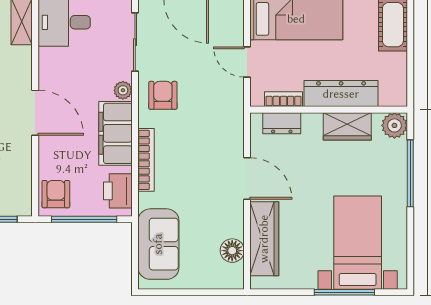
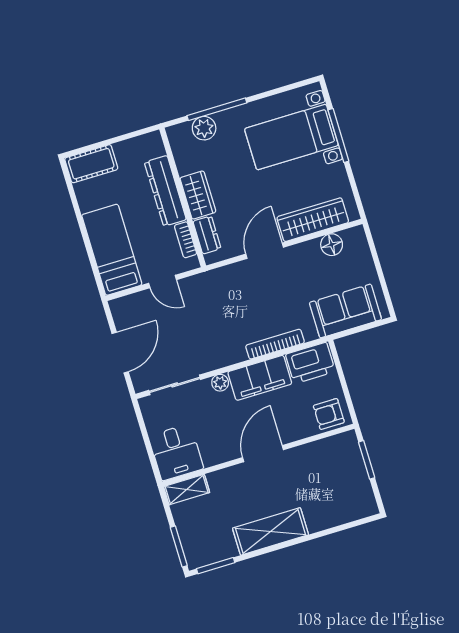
door: (247, 62) -> (163, 282), hinge flipped
armchair: (163, 95) -> (214, 346), removed
plant: (394, 125) -> (204, 128), moved
wardrobe: (347, 126) -> (198, 195), moved
printer: (118, 191) -> (310, 363), width x1.37, depth x1.19
window: (84, 219) -> (343, 383), removed

